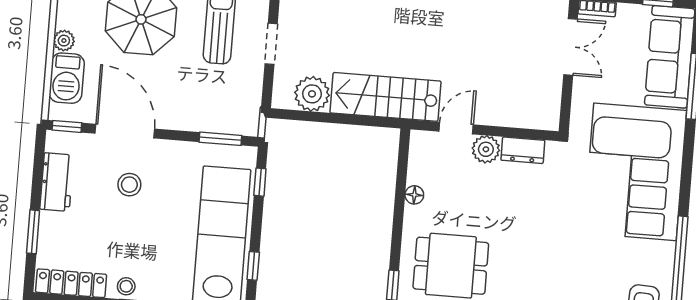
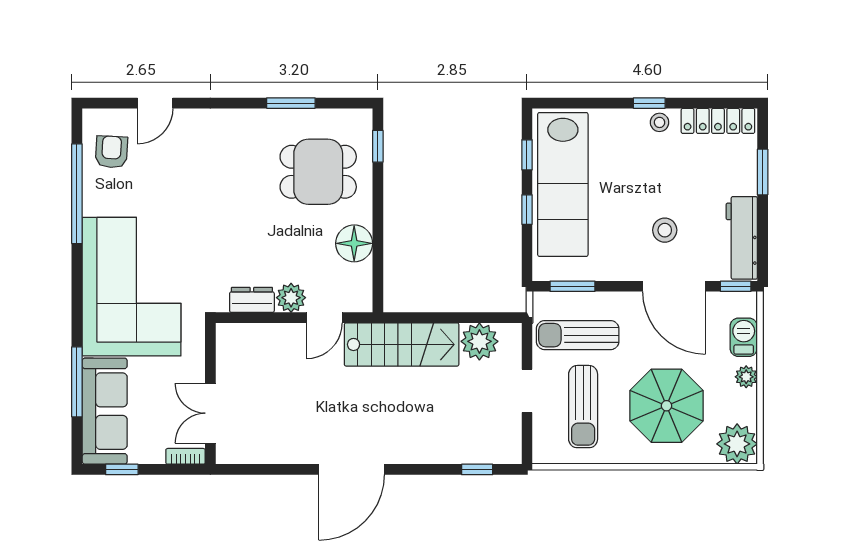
barbecue: (67, 78) -> (744, 337), width x0.73, depth x0.79
sun lounger: (219, 92) -> (578, 335), added
workbench: (57, 182) -> (742, 238), width x1.38
window: (260, 182) -> (527, 210), moved
floor lamp: (414, 195) -> (354, 243), width x1.89, depth x1.89

